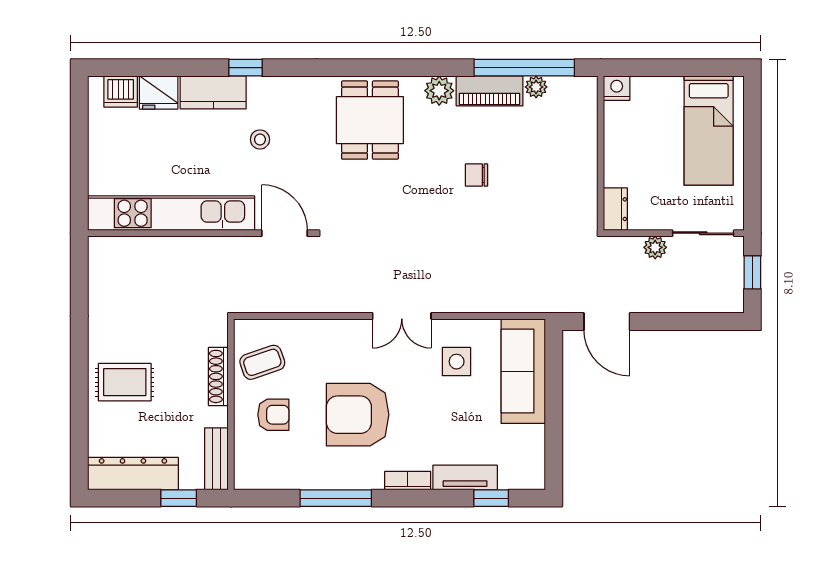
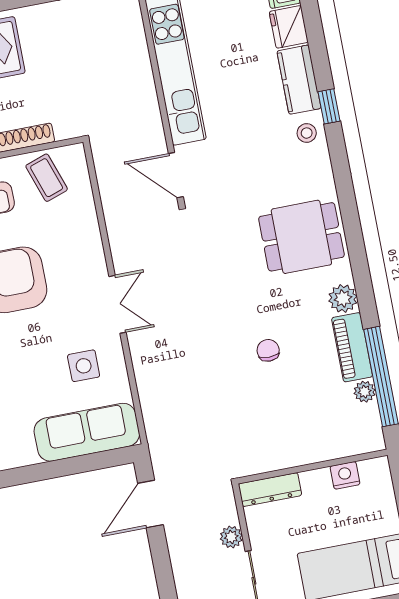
nightstand: (617, 88) -> (345, 475), moved, turned -90
stool: (260, 139) -> (307, 133), moved
dresser: (615, 209) -> (270, 490), width x1.44
door: (284, 233) -> (176, 175), swing flipped
double door: (402, 316) -> (118, 304), swing flipped

